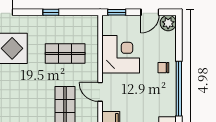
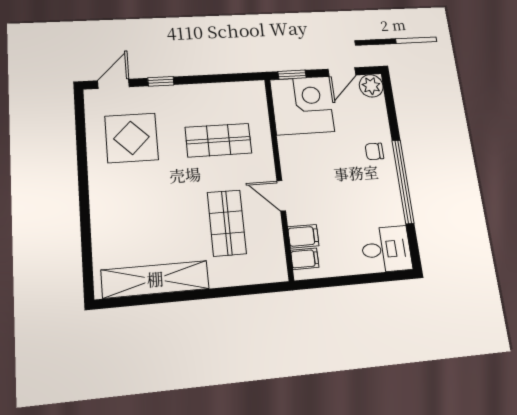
window: (51, 12) -> (161, 81), moved
corner desk: (121, 54) -> (302, 106), moved

